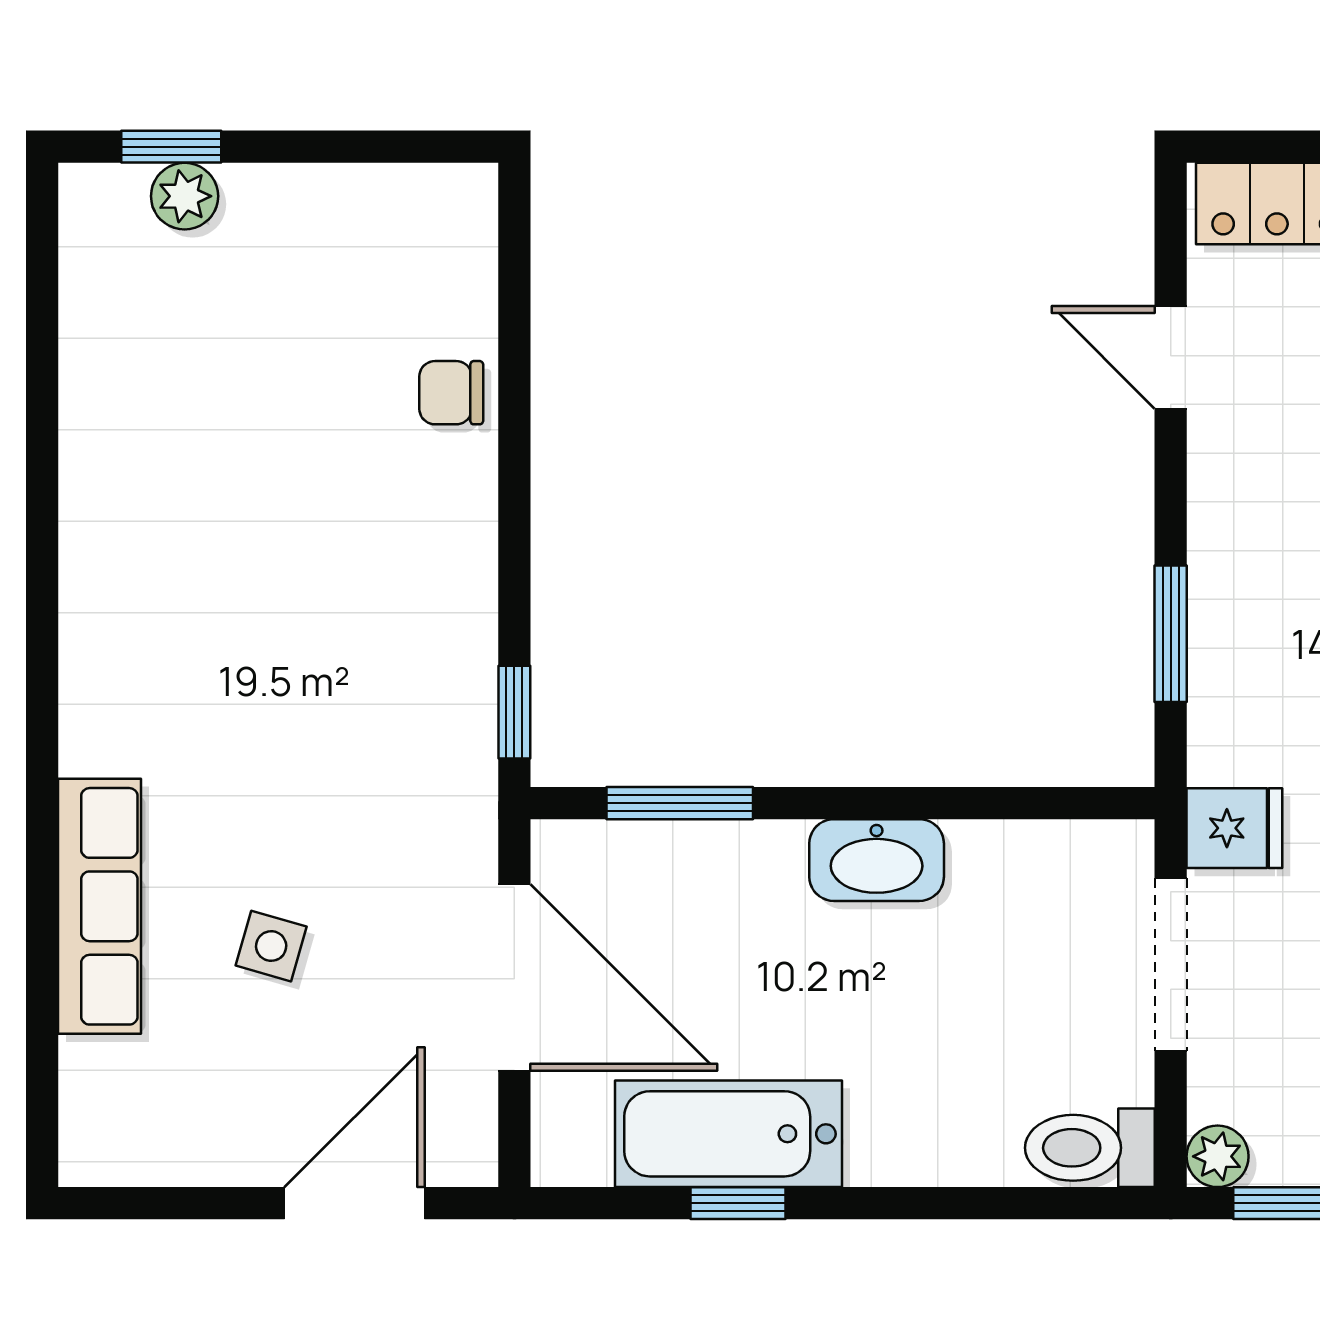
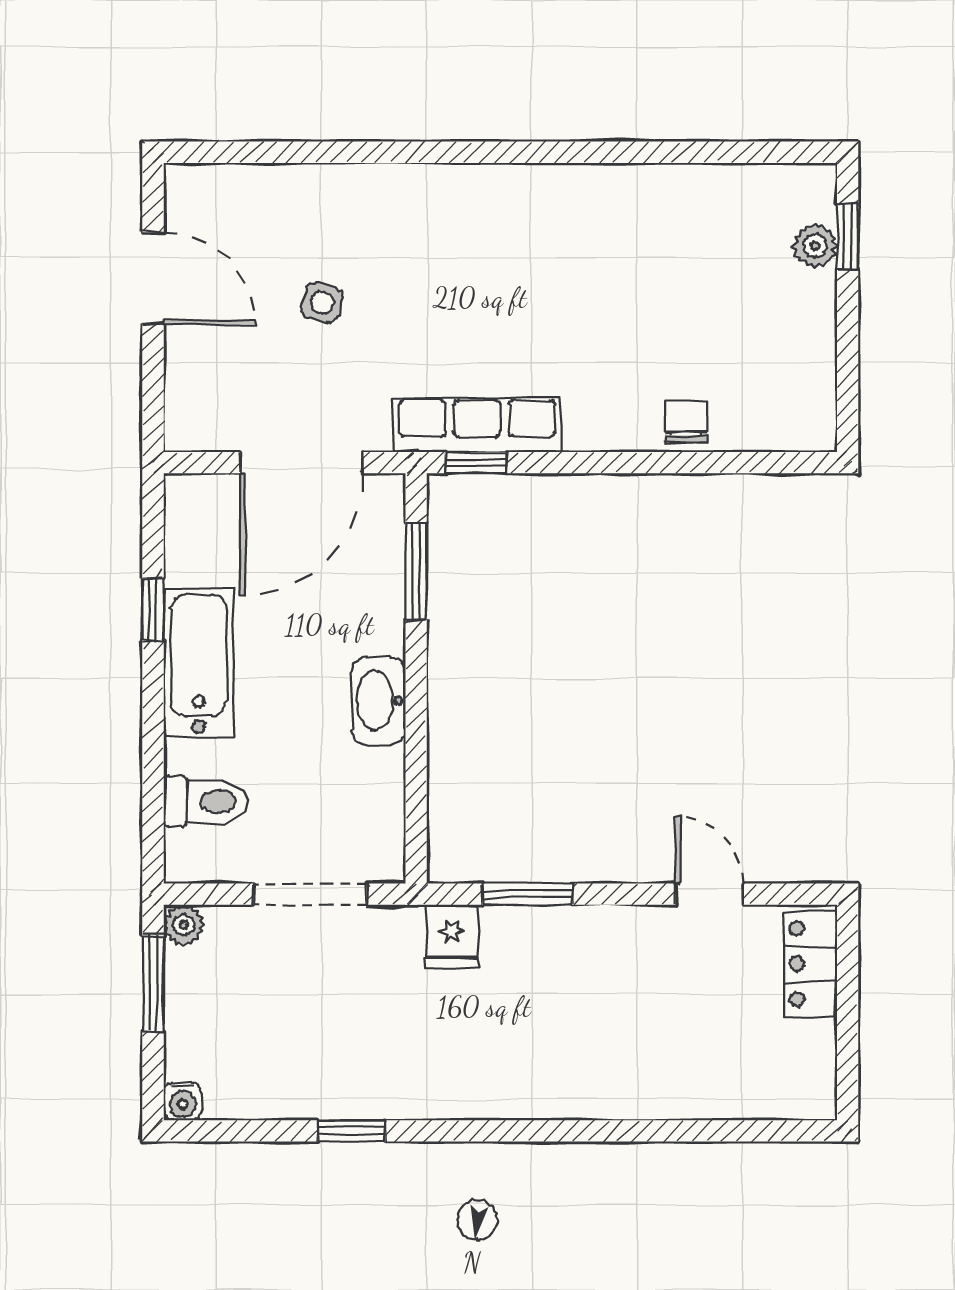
door: (1171, 357) -> (709, 894), hinge flipped
fridge: (1234, 828) -> (452, 936), moved
row of seats: (99, 906) -> (477, 425), moved, turned 180
bathtub: (729, 1134) -> (199, 663), moved
toilet: (1090, 1148) -> (206, 801), moved, turned 90
door: (355, 1203) -> (153, 278), moved

